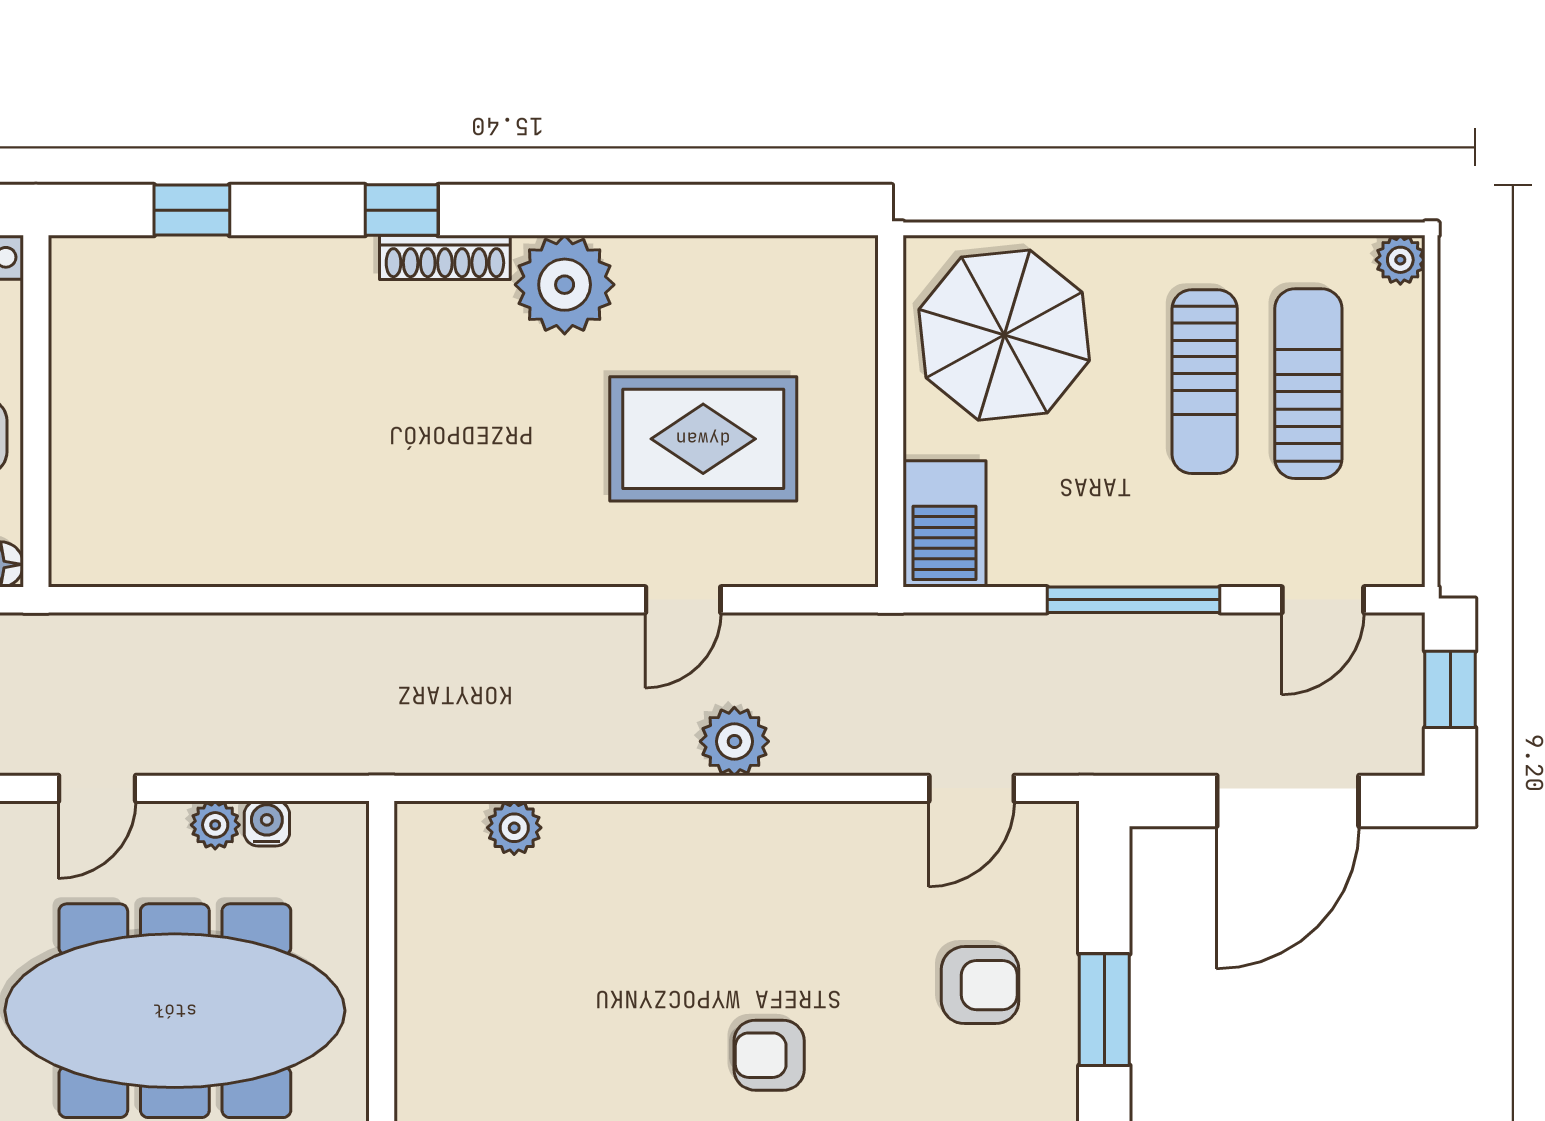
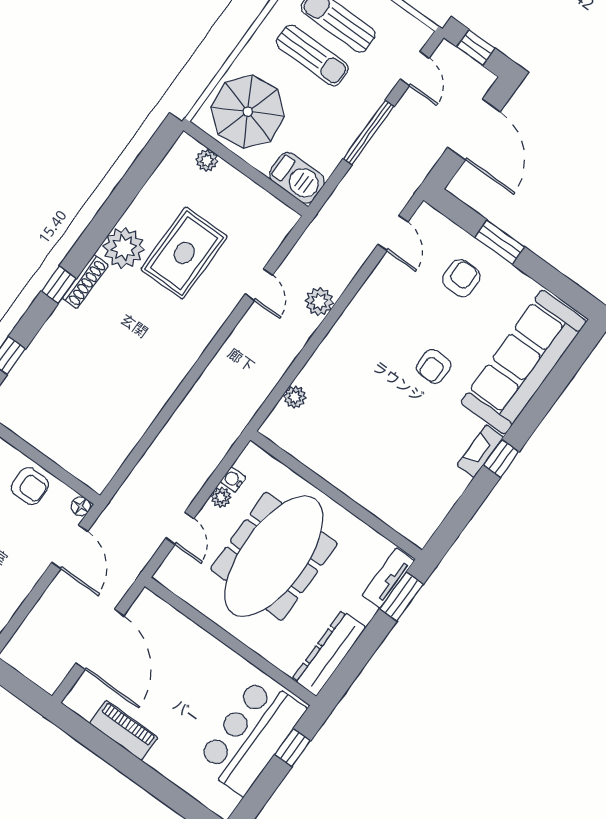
plant: (852, 324) -> (207, 160), added
rug: (703, 439) -> (184, 253), moved

